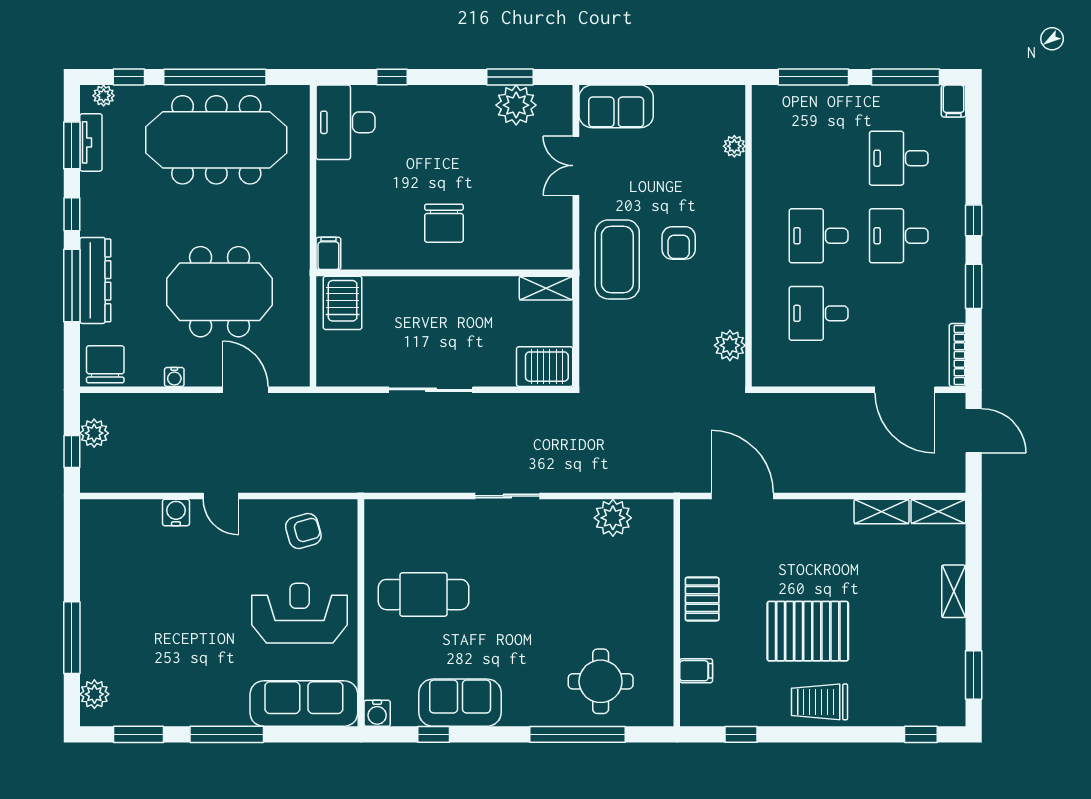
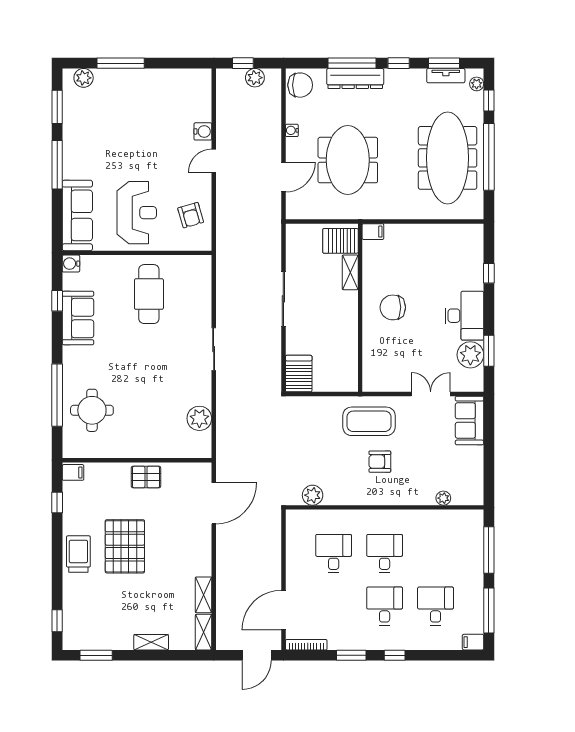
desk: (346, 122) -> (464, 316), moved, turned 90
shelving: (546, 288) -> (350, 272), moved
filing cabinet: (696, 671) -> (73, 472), moved, turned -90

